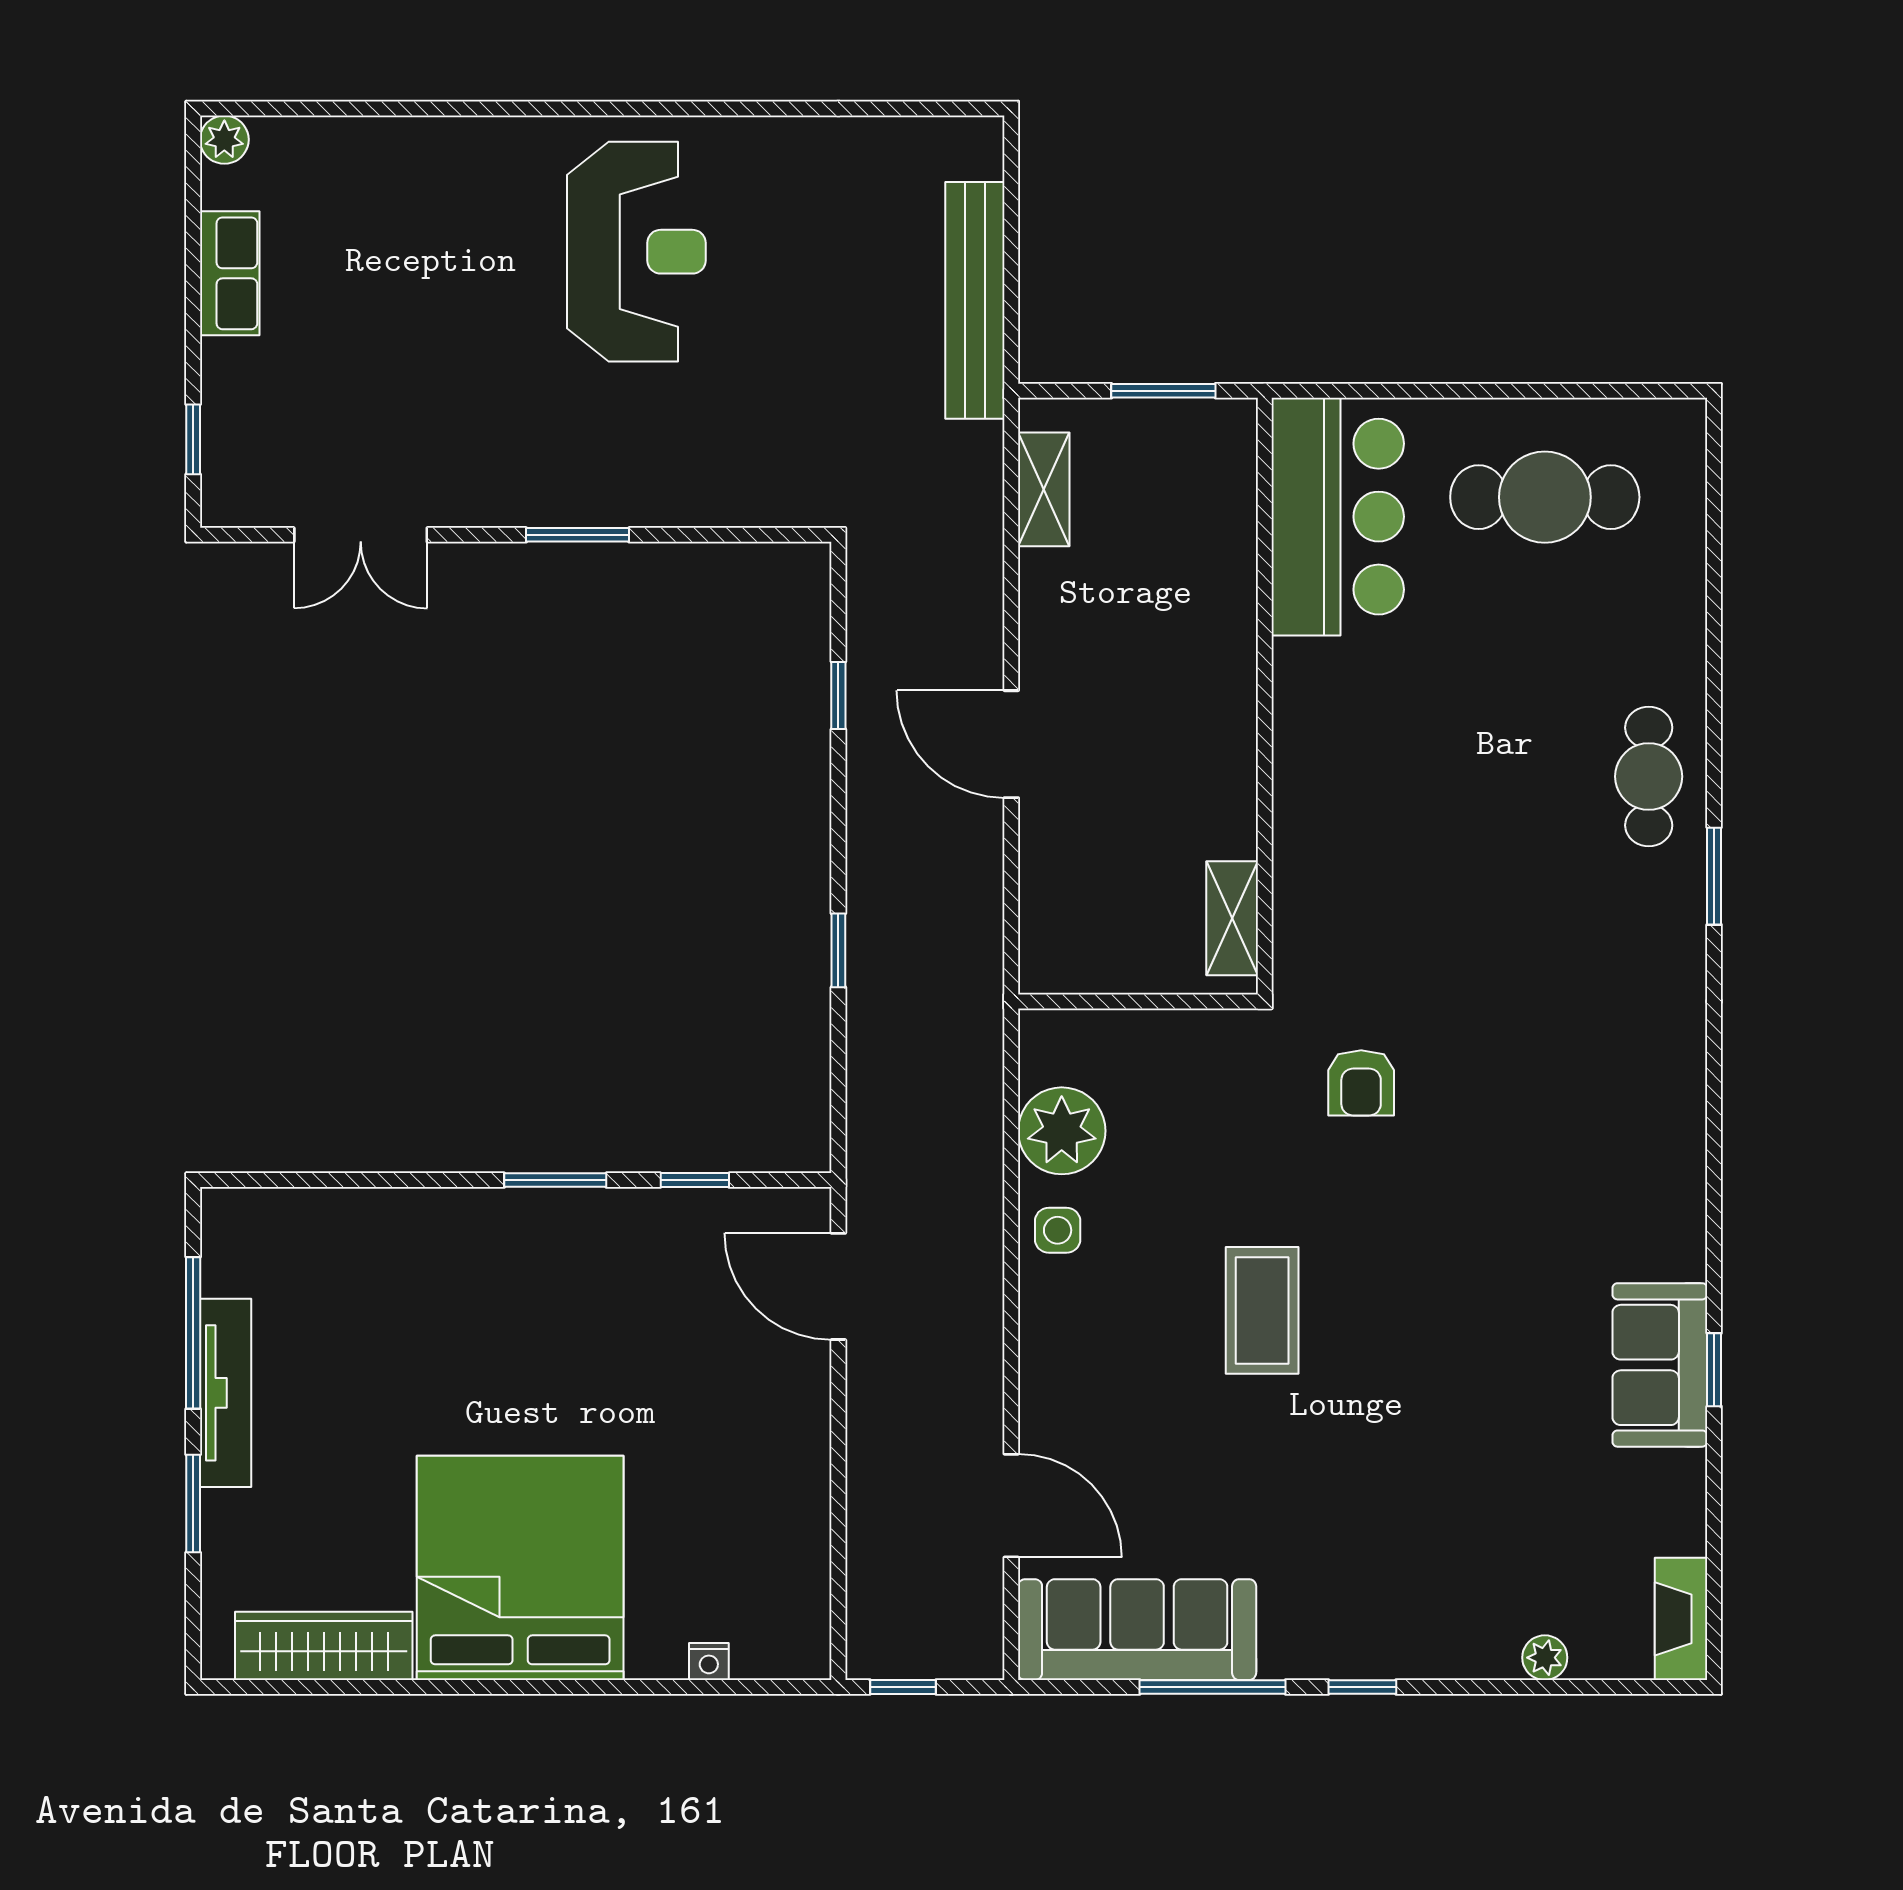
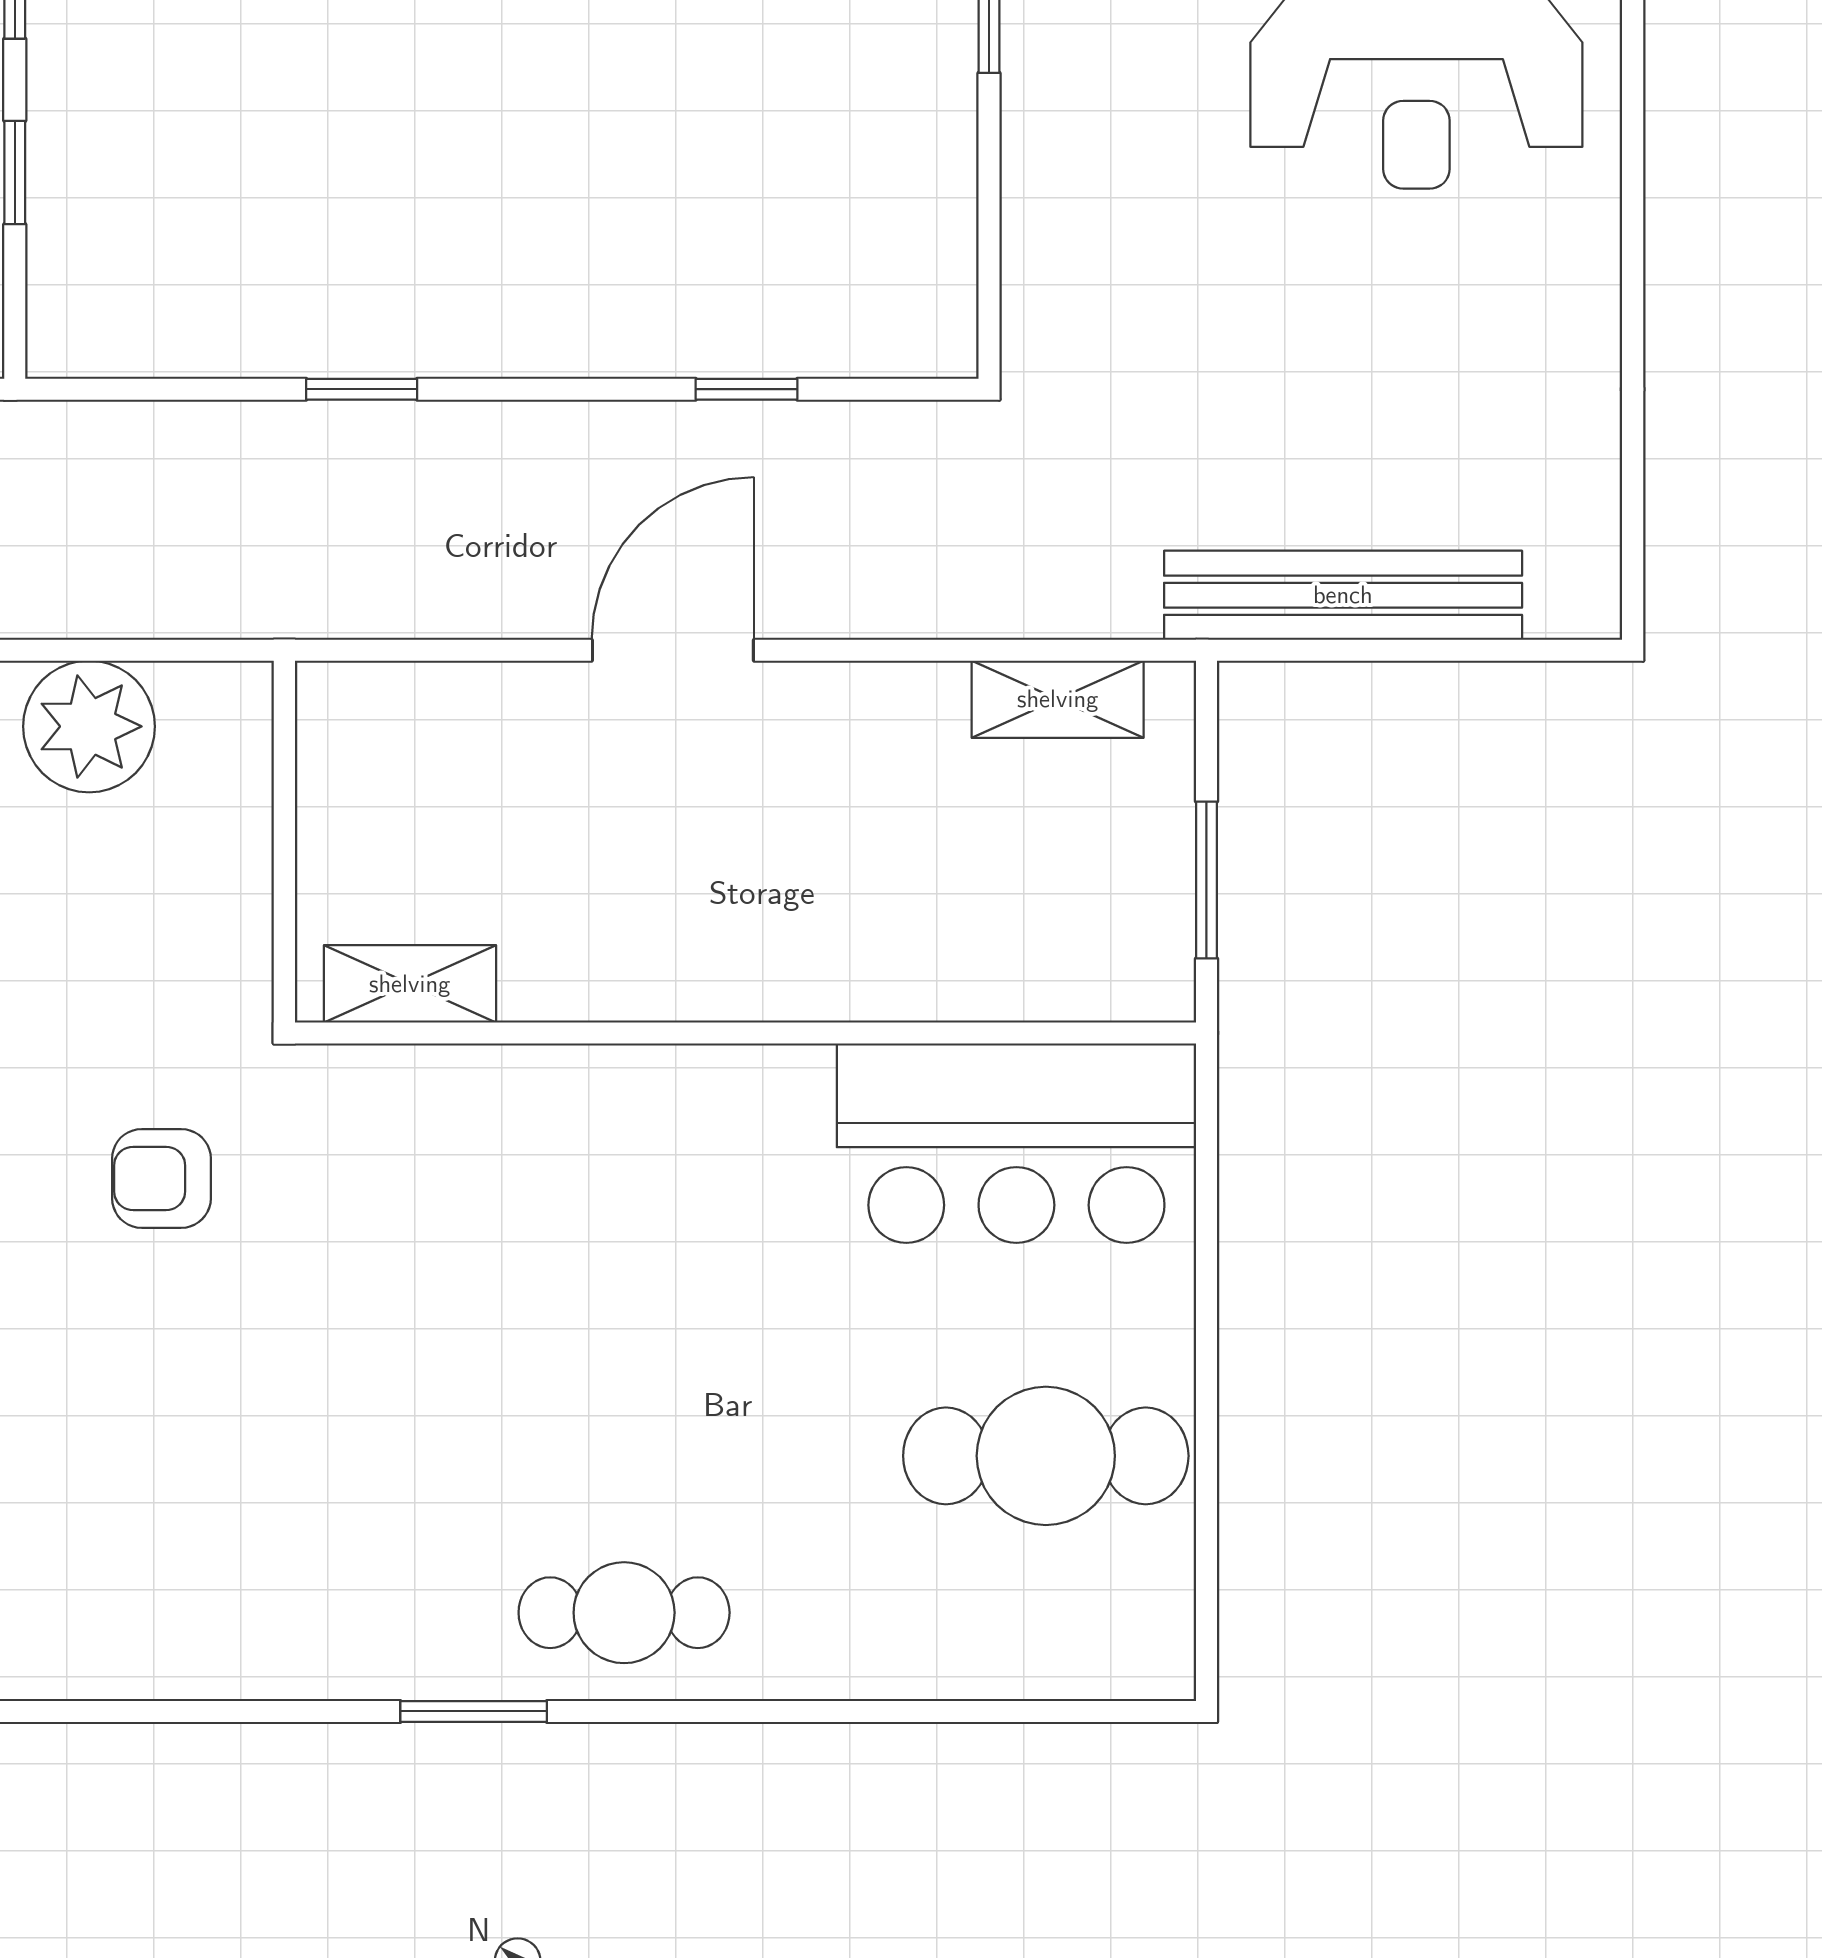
cafe table: (1545, 497) -> (1046, 1456), turned 90

